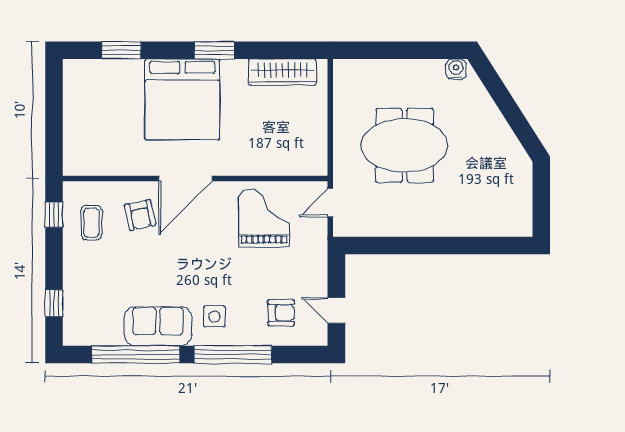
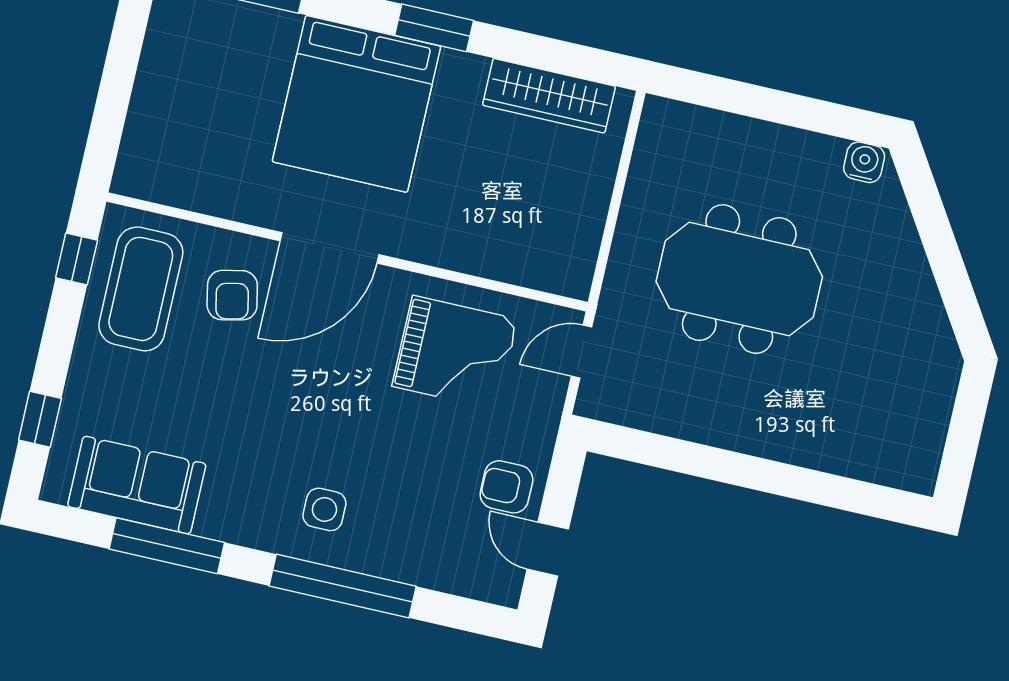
grand piano: (264, 218) -> (455, 353), turned 90
coffee table: (91, 223) -> (141, 289), width x1.86, depth x1.72
armchair: (281, 313) -> (506, 487), moved, turned 180
sofa: (158, 326) -> (137, 485), moved
window: (136, 354) -> (167, 546), width x0.68

